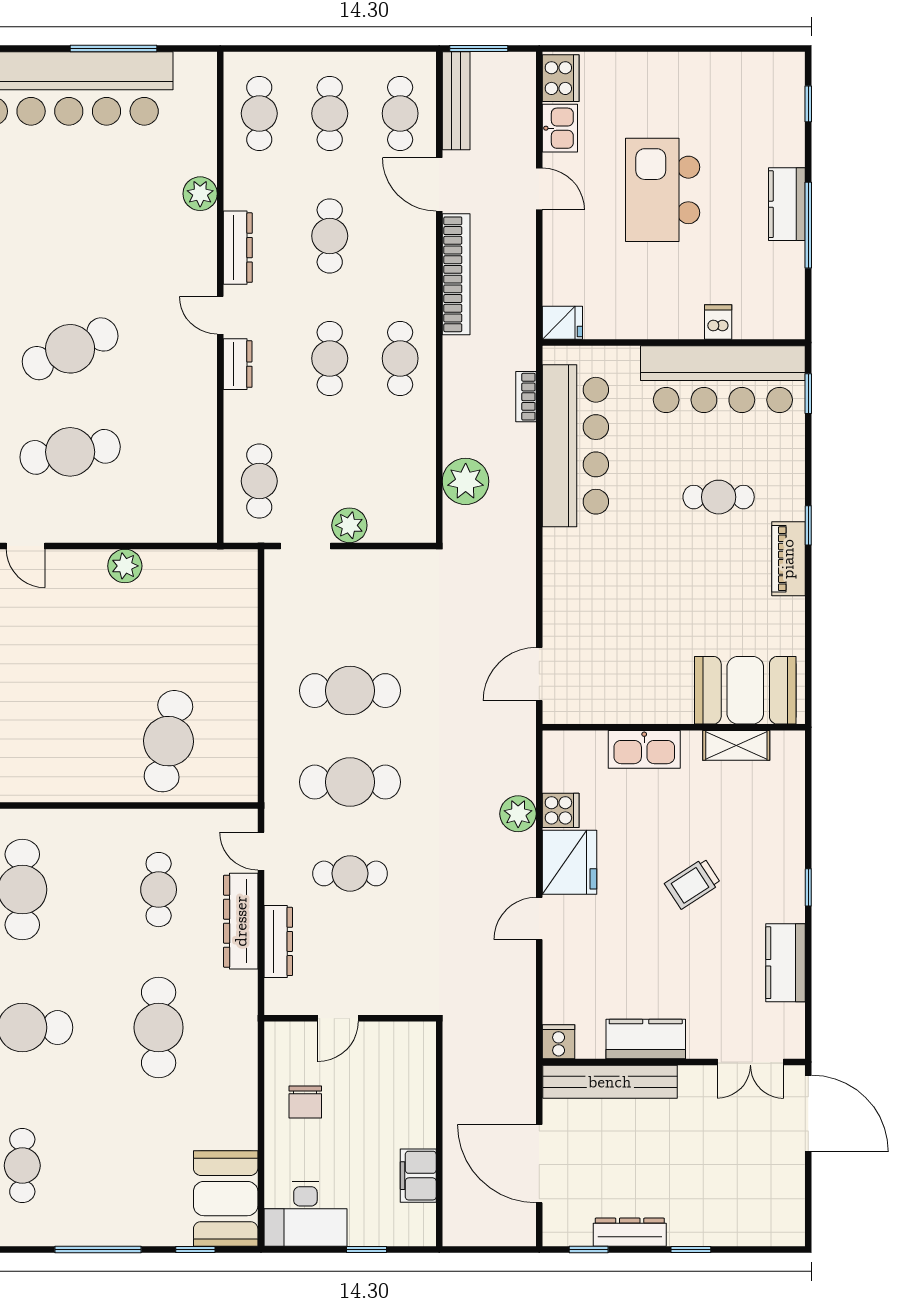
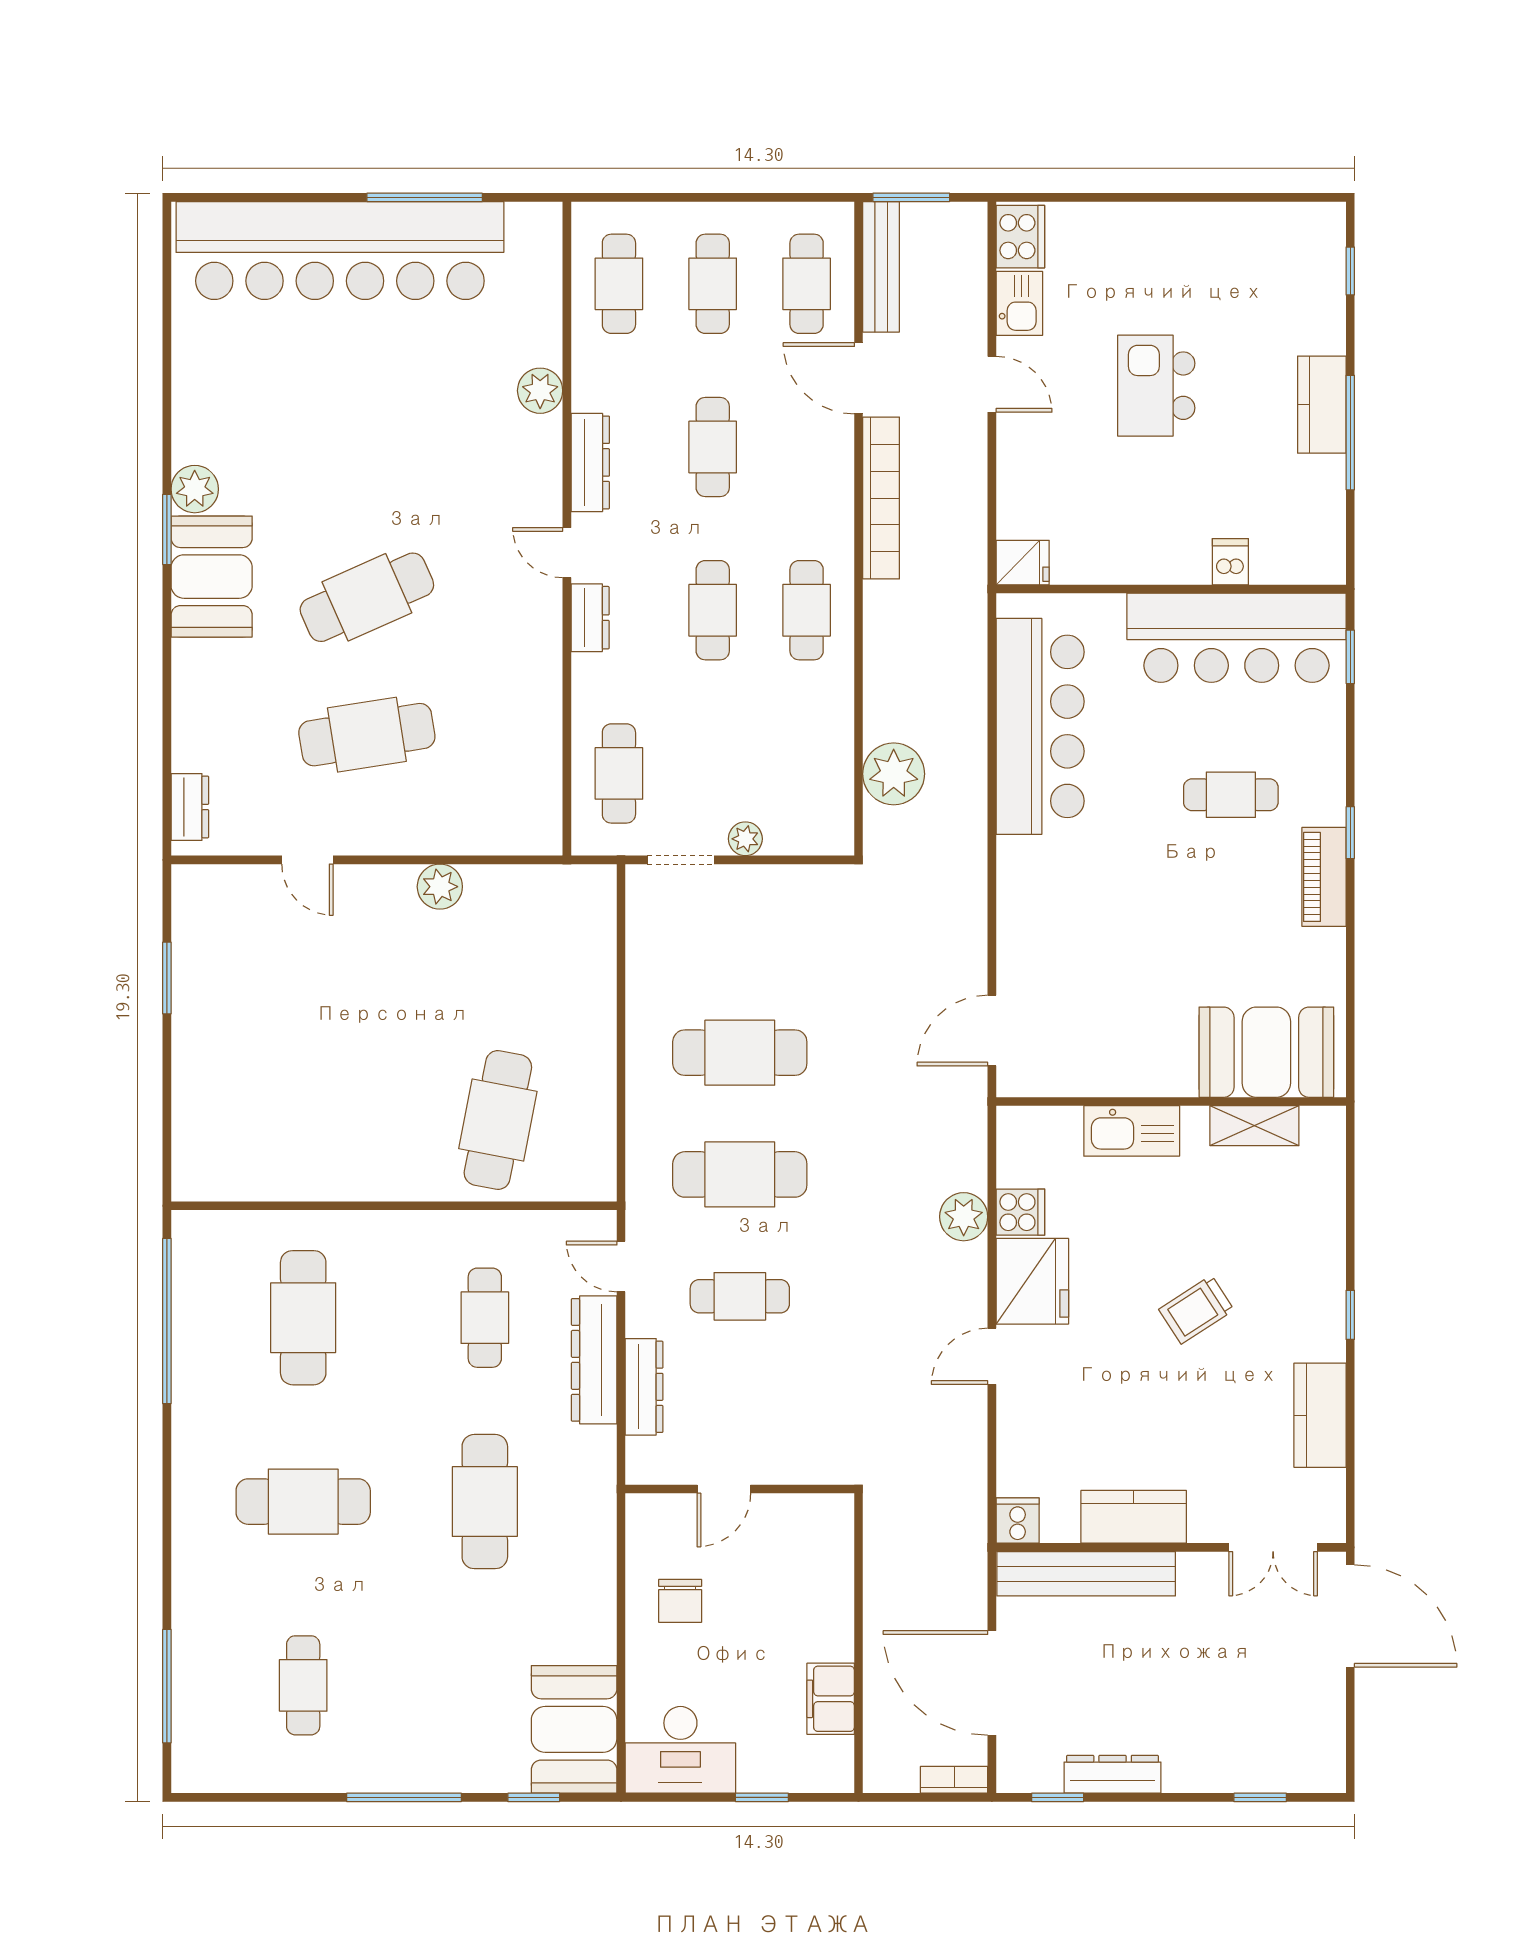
kitchen island: (663, 190) -> (1156, 386), width x0.73, depth x0.78
bookcase: (526, 397) -> (954, 1780), moved, turned 90
plant: (349, 525) -> (745, 839), width x0.73, depth x0.73
window: (691, 1250) -> (1260, 1797), moved

